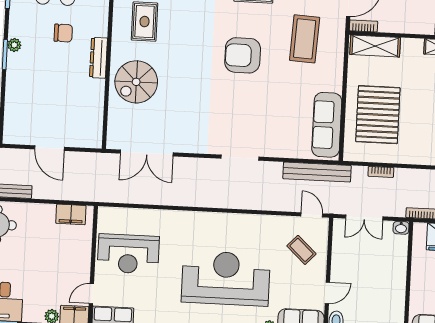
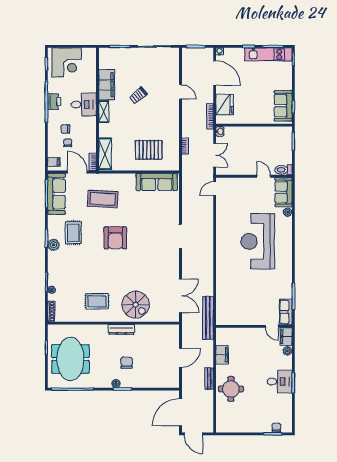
chair: (63, 33) -> (127, 363), moved
pallet: (378, 115) -> (149, 150), width x0.73, depth x0.71
bench: (317, 172) -> (208, 318), moved
filing cabinet: (71, 214) -> (222, 355), moved
coffee table: (301, 250) -> (237, 194), removed
reception desk: (128, 254) -> (245, 304), removed

